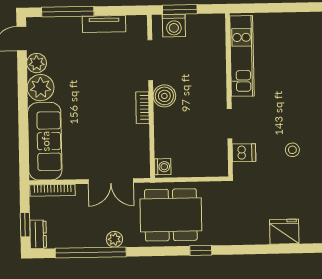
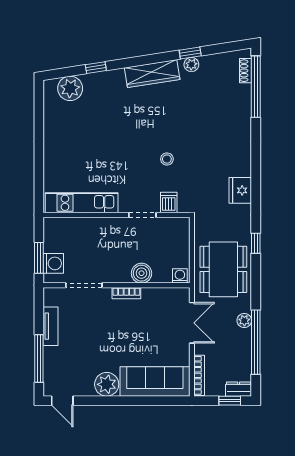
plant: (37, 63) -> (85, 387), removed
boiler: (164, 96) -> (141, 273), moved
fridge: (284, 232) -> (240, 190), moved

